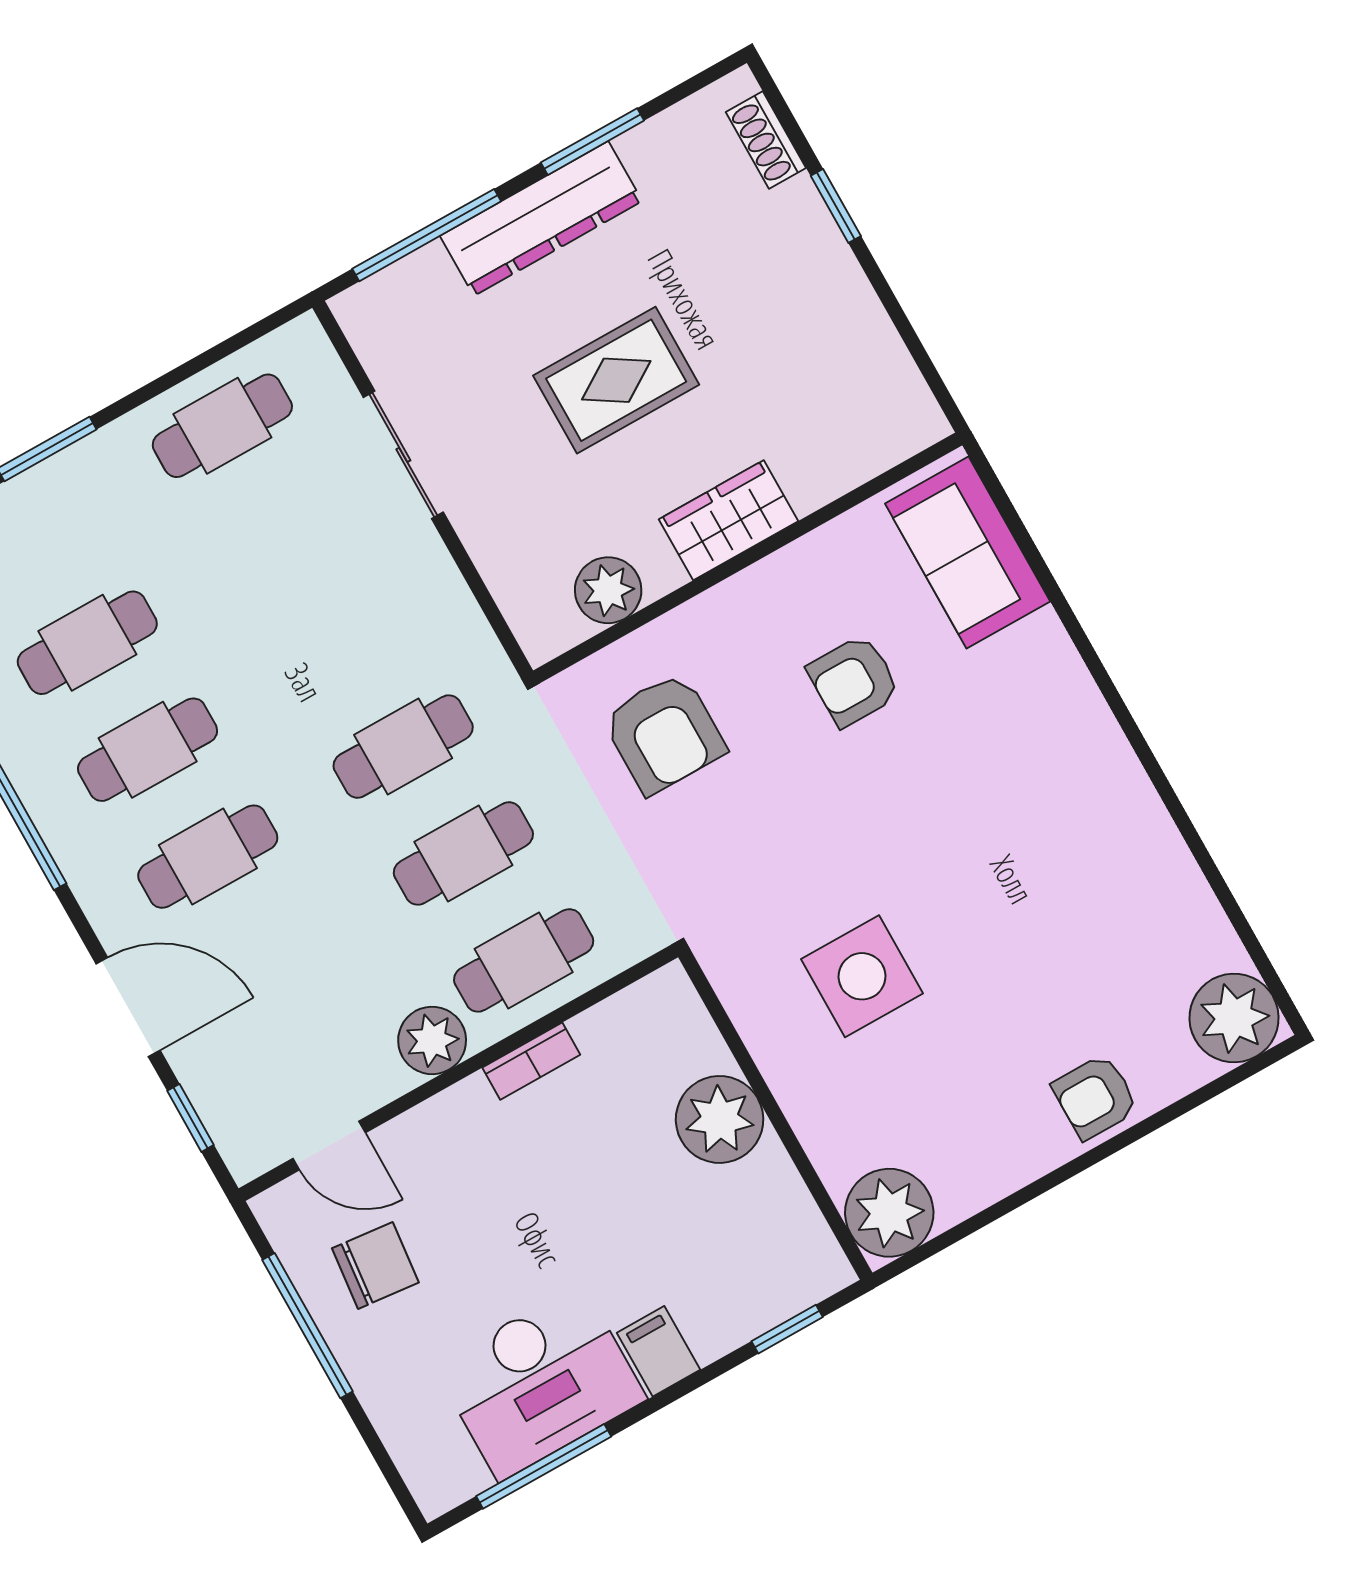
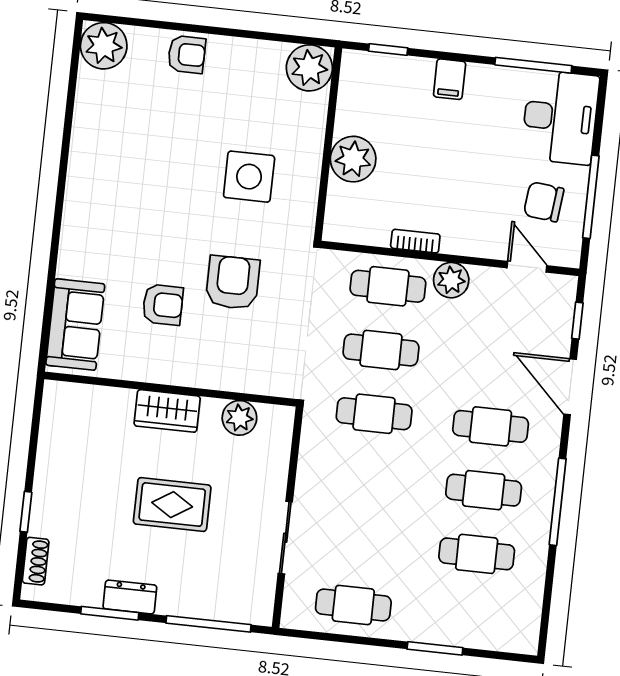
dresser: (541, 219) -> (130, 597), width x0.51, depth x0.80
armchair: (664, 733) -> (233, 283), moved
desk: (540, 1382) -> (560, 117), moved, turned 90

